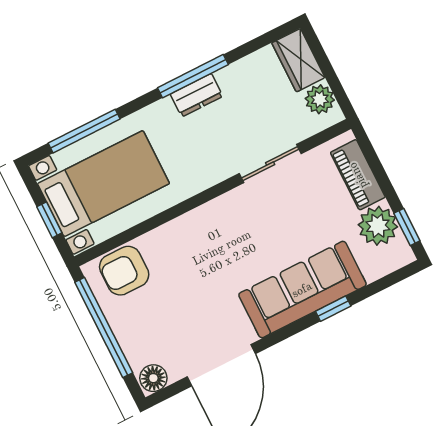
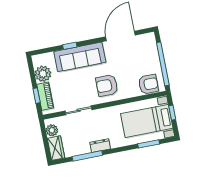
window: (193, 76) -> (87, 156), moved
window: (84, 131) -> (149, 144), width x0.69
window: (407, 227) -> (37, 96), moved
armchair: (220, 240) -> (107, 86), added
floor lamp: (153, 378) -> (149, 38), removed

